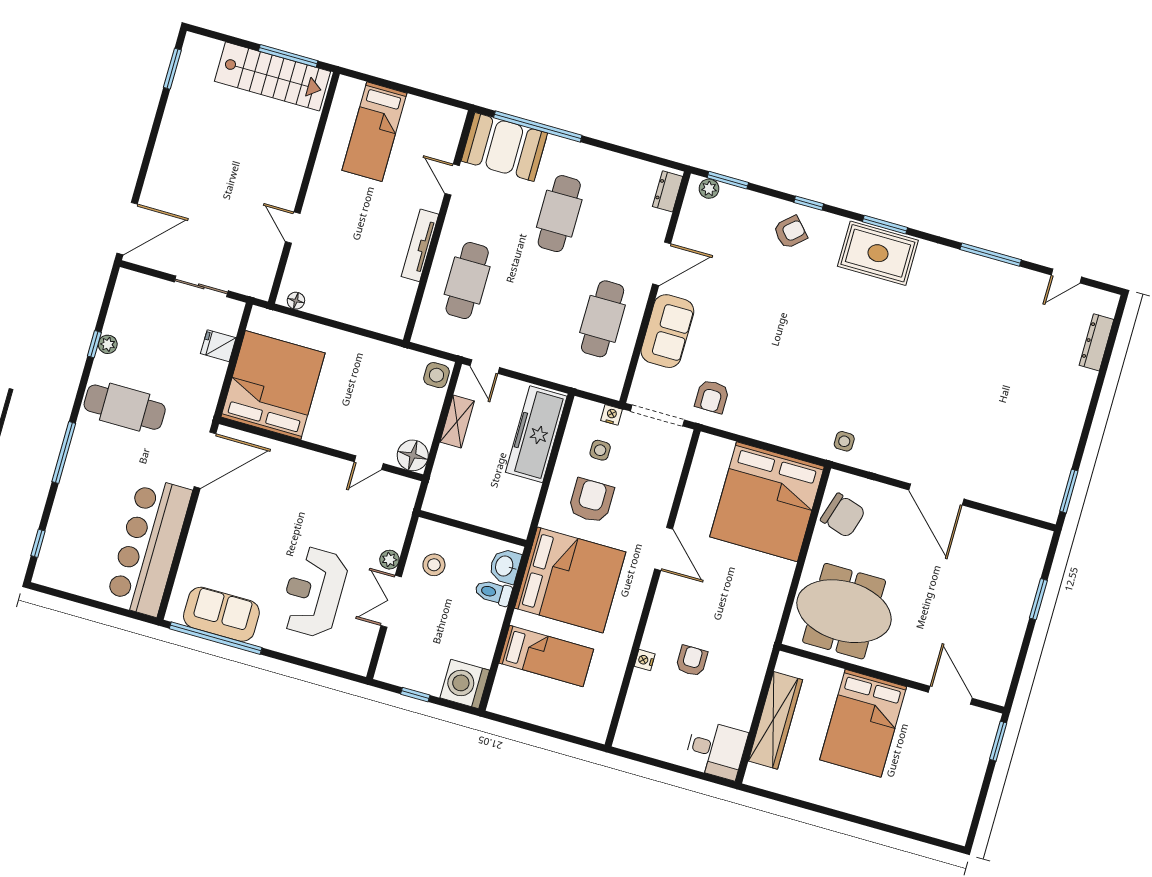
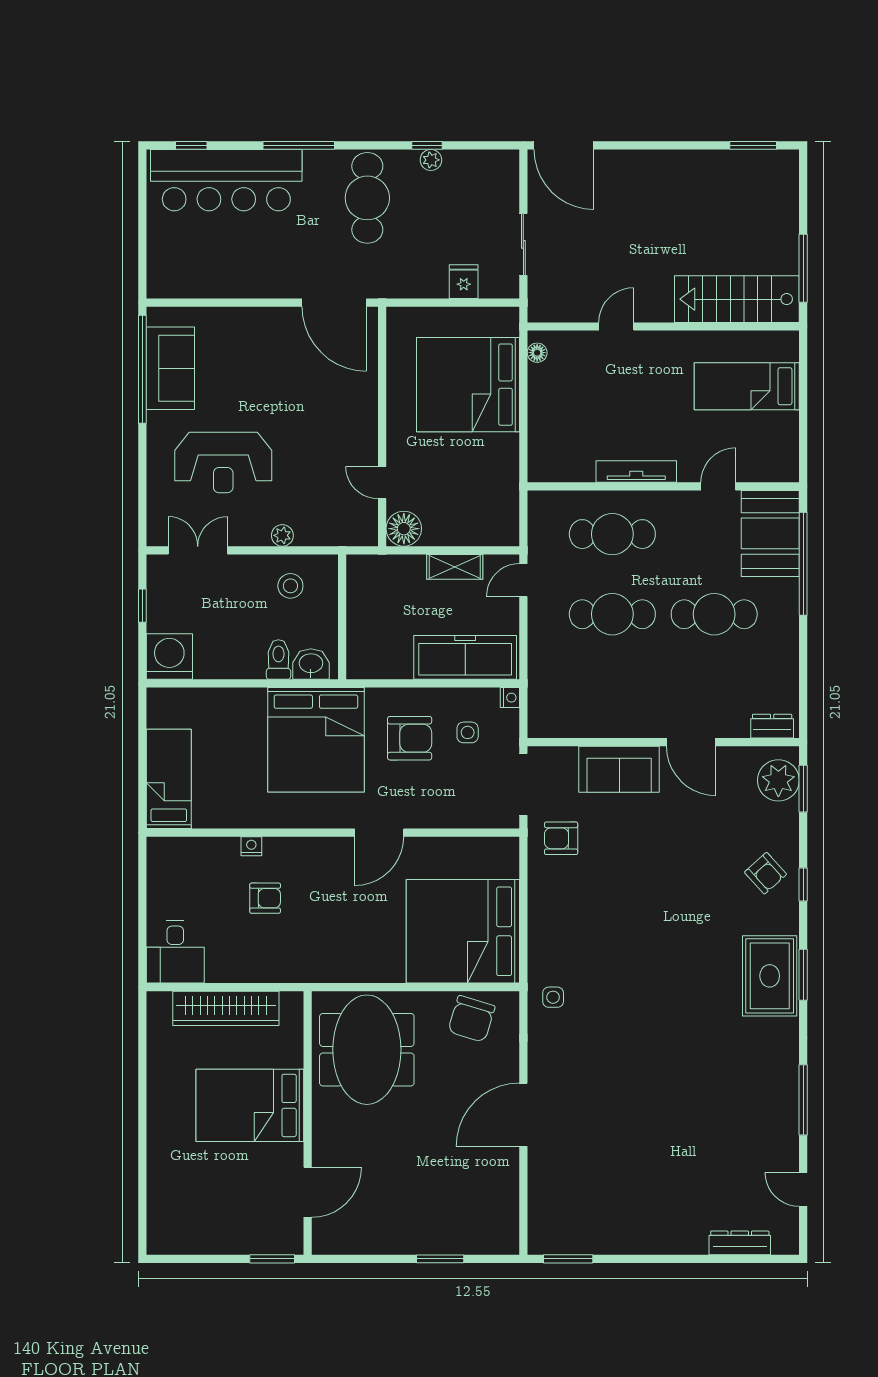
stairs: (272, 76) -> (737, 299), moved, turned 90
plant: (709, 189) -> (778, 780), width x1.88, depth x1.88
cafe table: (603, 319) -> (612, 614), moved
side table: (437, 375) -> (499, 530), removed
bed: (273, 385) -> (468, 385), moved, turned 180
nightstand: (611, 415) -> (510, 698), moved
bar counter: (149, 547) -> (226, 180), moved, turned 180
reception desk: (314, 592) -> (223, 462), turned 180
double door: (391, 601) -> (198, 550), moved
bed: (546, 656) -> (169, 779), moved, turned 180

